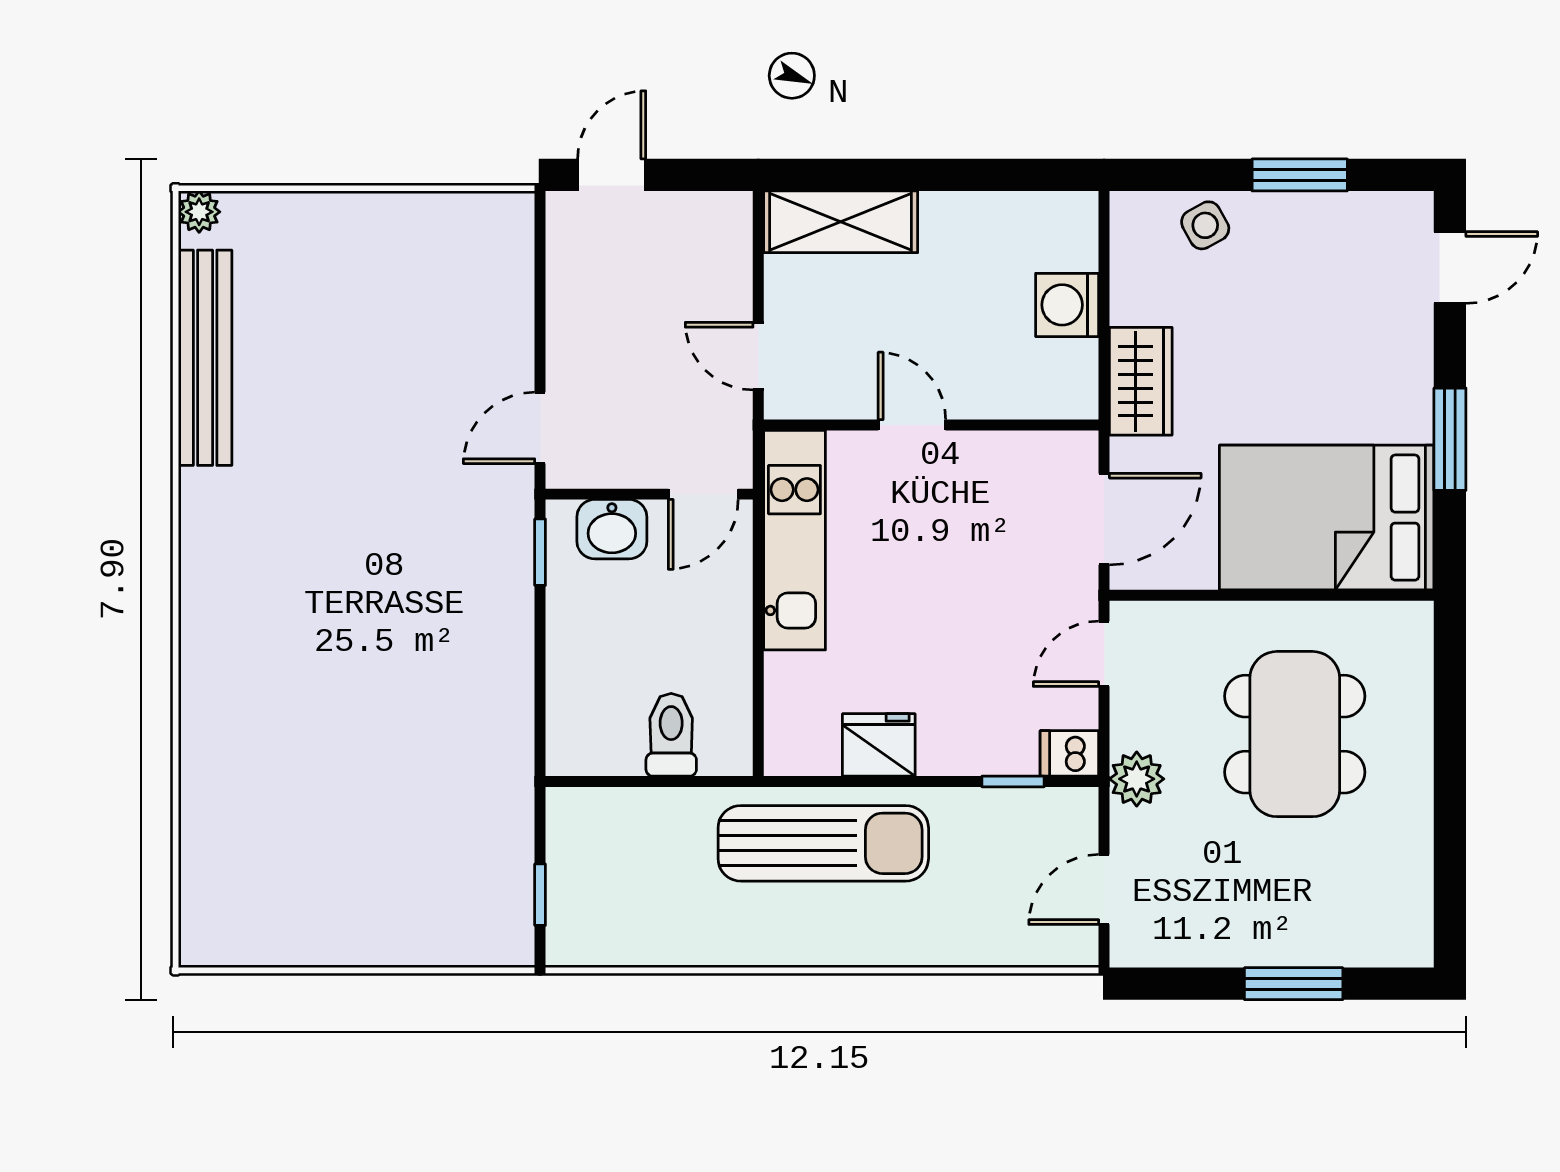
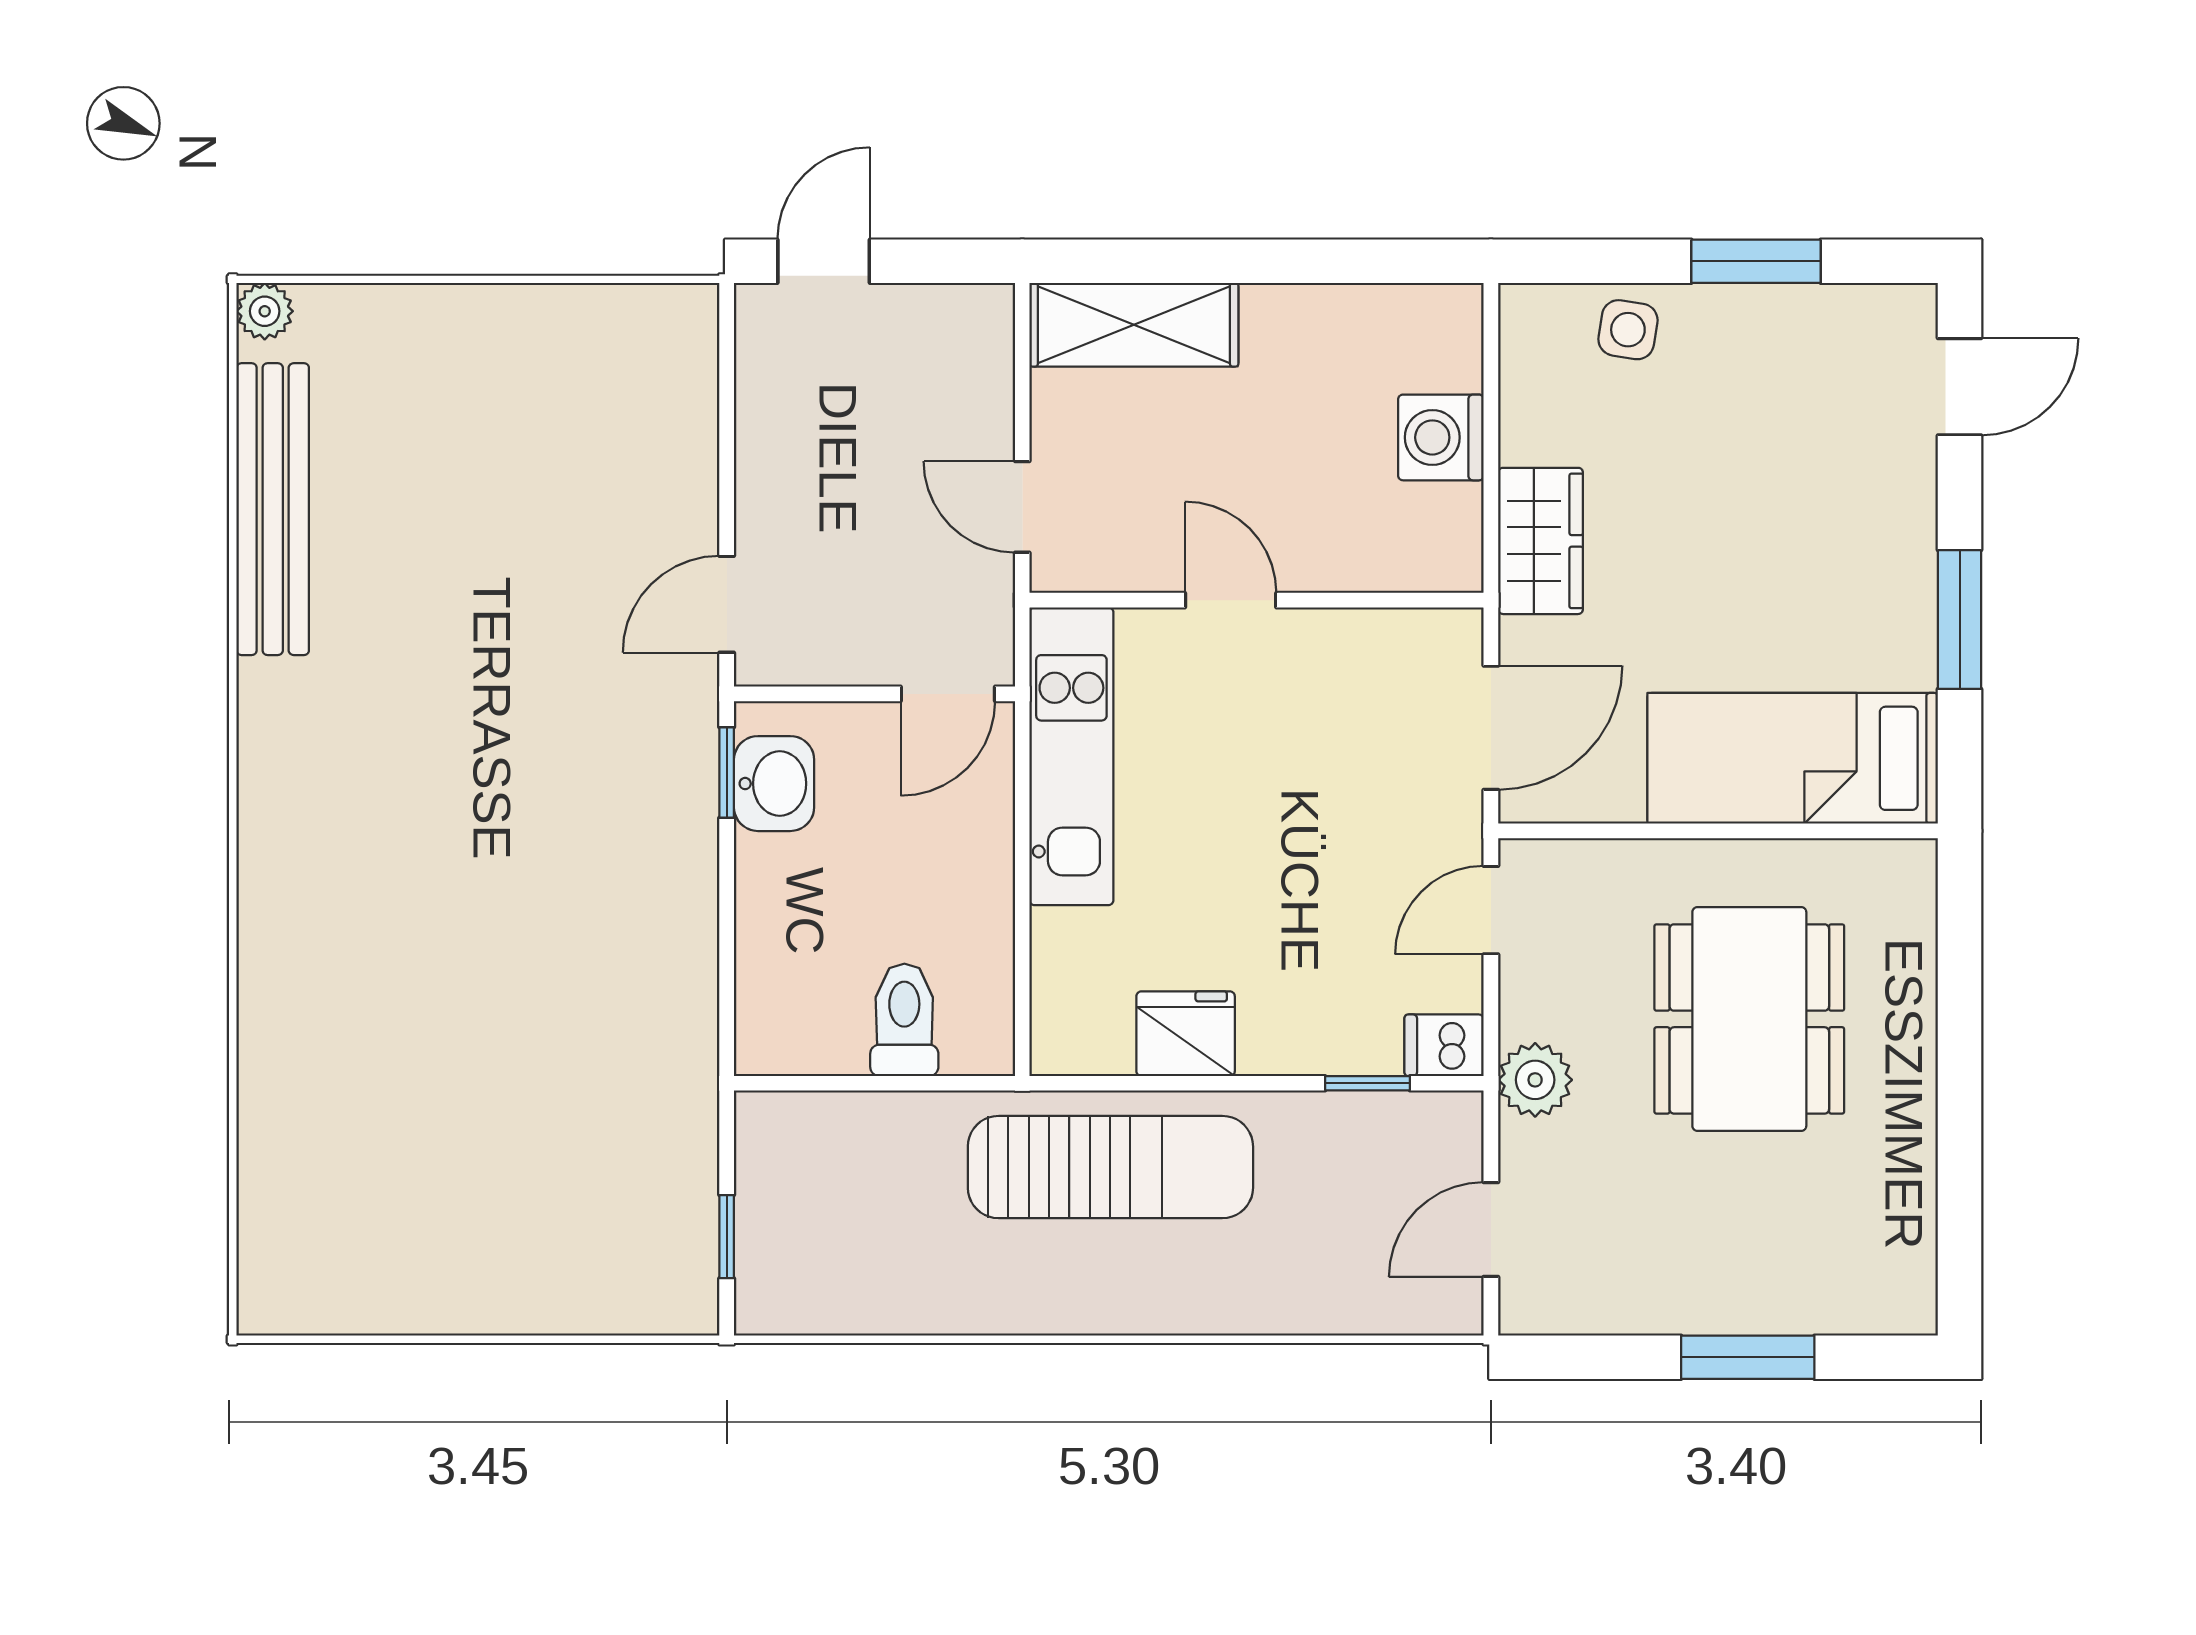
side table: (1205, 225) -> (1628, 330), turned 38
bed: (1327, 518) -> (1793, 758), width x0.67
washbasin: (612, 529) -> (774, 784), moved, turned -90

